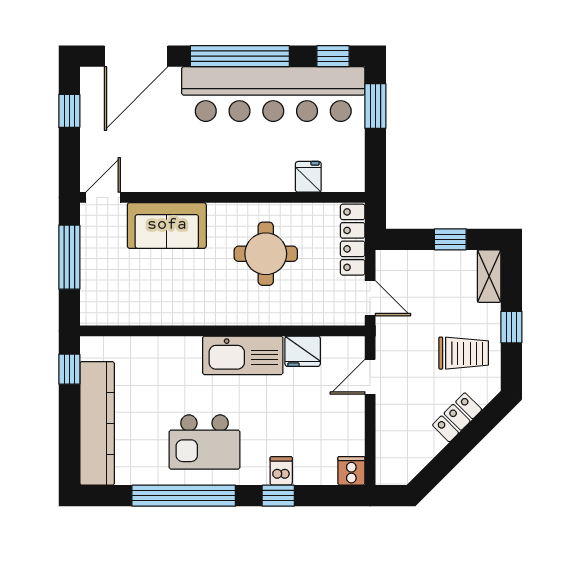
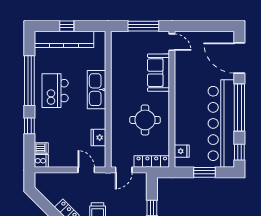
window: (375, 106) -> (204, 172), moved
window: (69, 111) -> (213, 26), removed
fridge: (308, 177) -> (182, 151), moved
kitchen sink: (243, 355) -> (96, 90), moved
window: (69, 369) -> (67, 26), moved
dishwasher: (281, 471) -> (41, 148), moved

